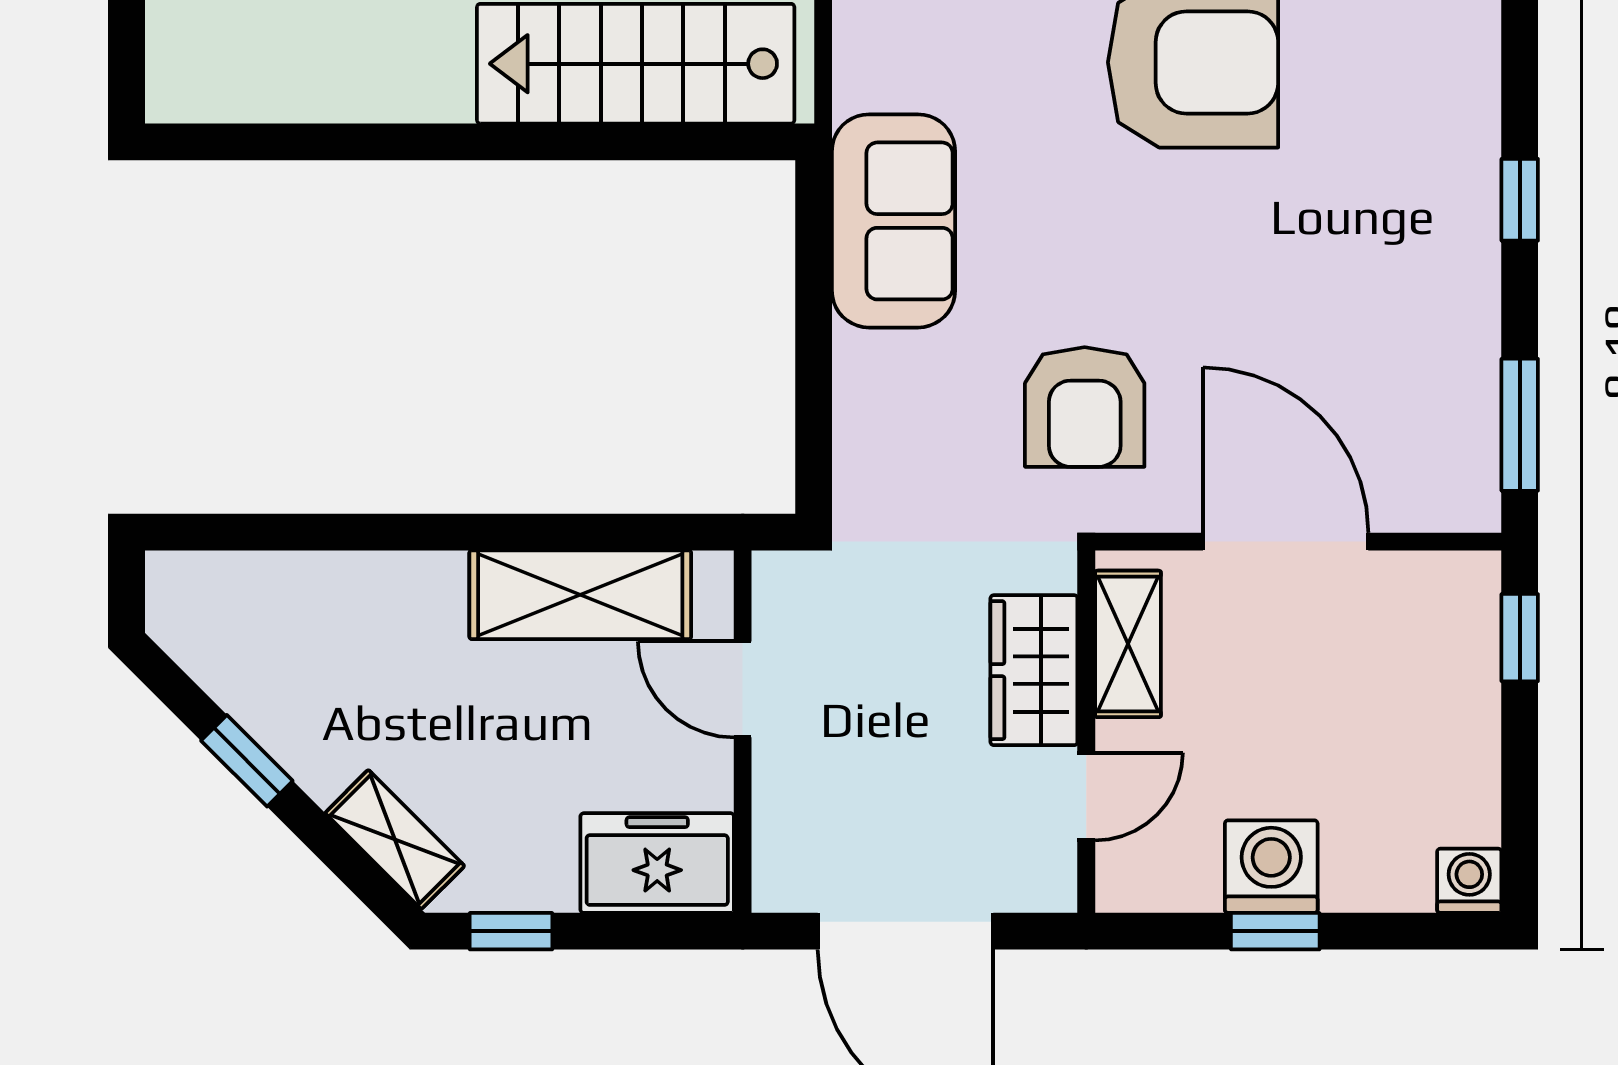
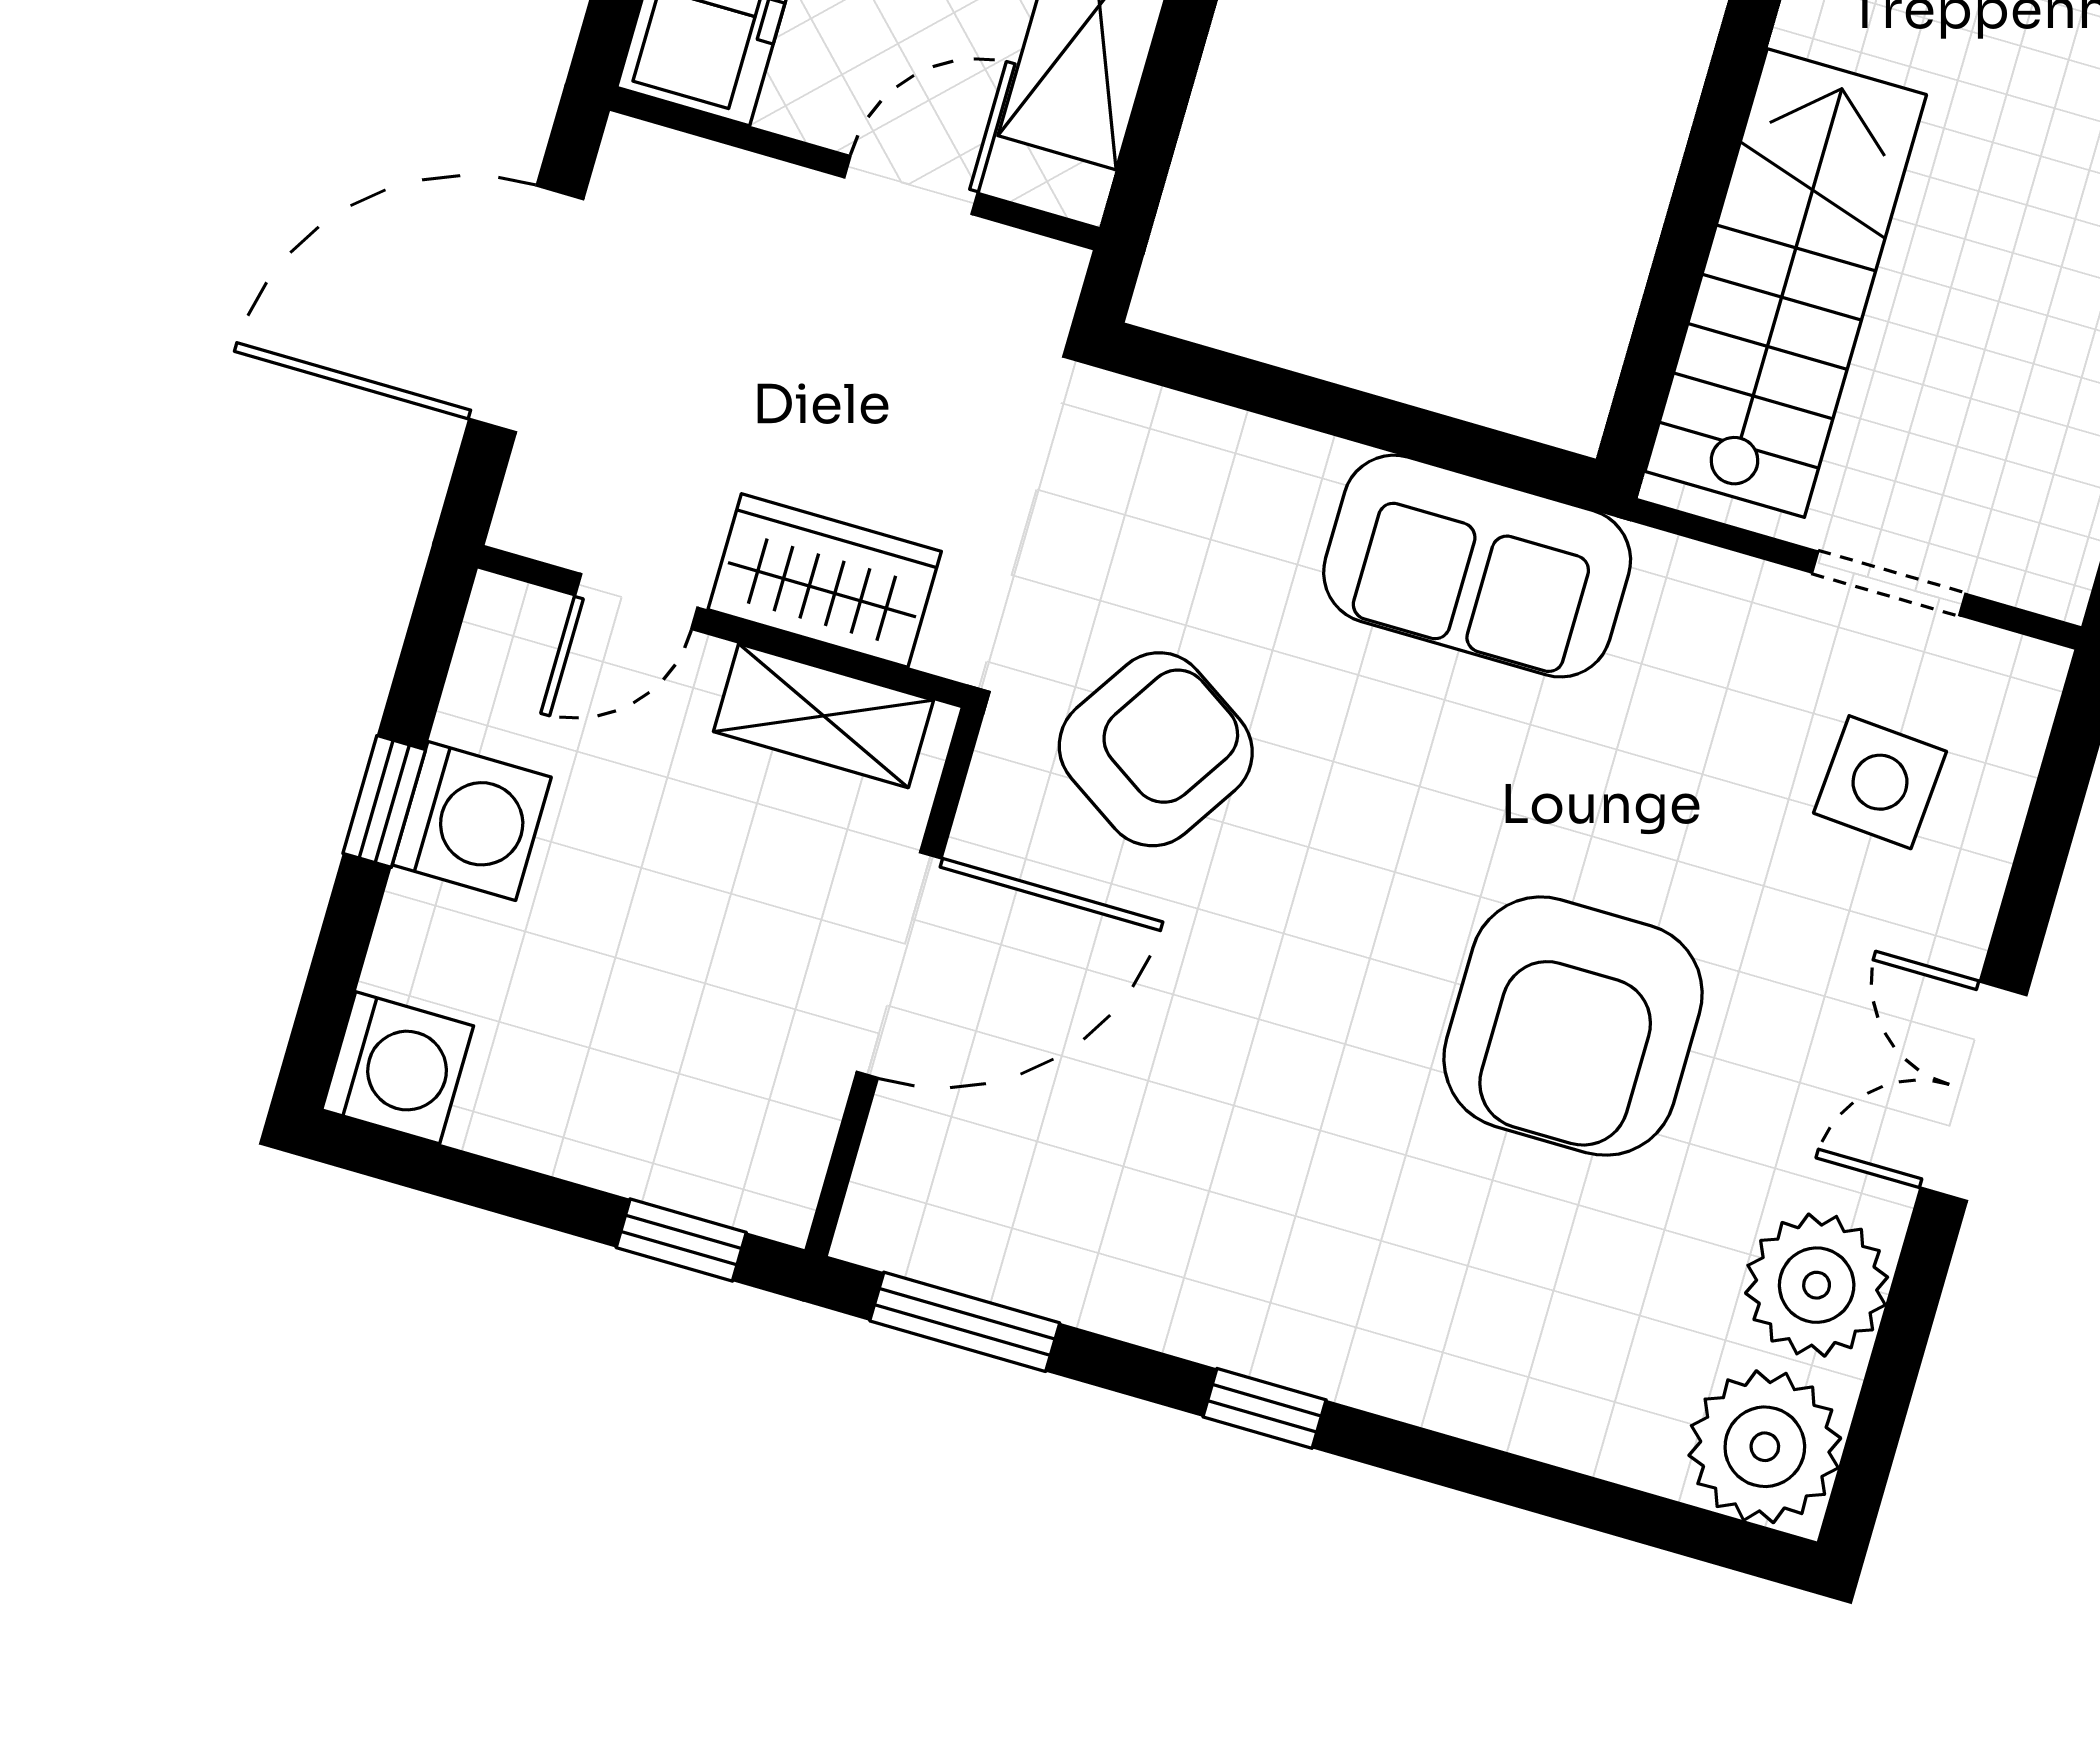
armchair: (1085, 407) -> (1156, 749), turned 123
door: (1086, 796) -> (636, 602), hinge flipped
washing machine: (1469, 881) -> (398, 1068), width x1.38, depth x1.38

